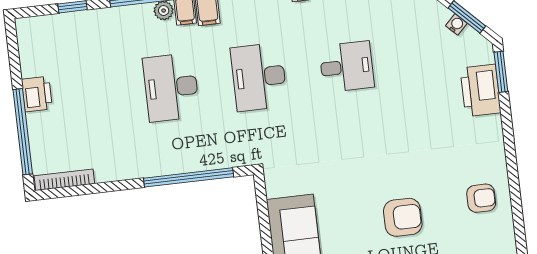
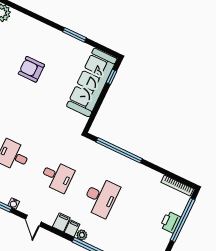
desk: (259, 77) -> (57, 176), width x0.73
printer: (37, 94) -> (170, 222), moved

